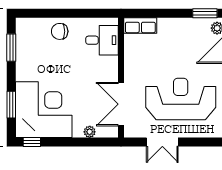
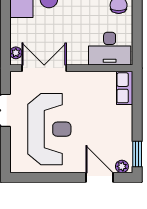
desk: (102, 40) -> (110, 49), width x1.37
plant: (90, 132) -> (16, 53), moved

